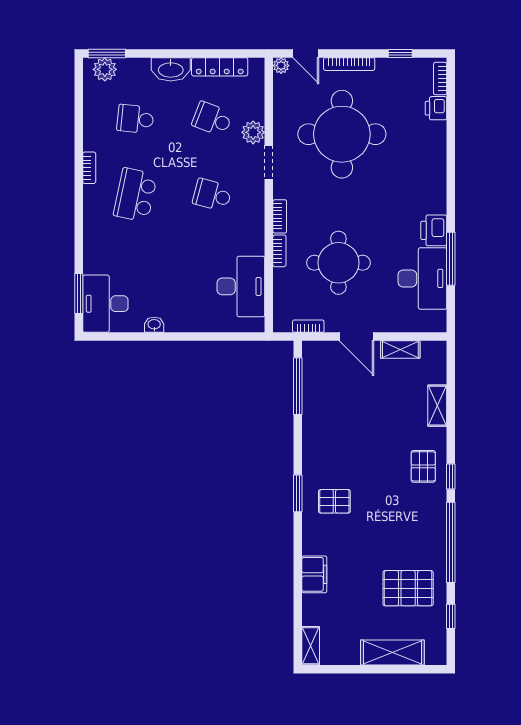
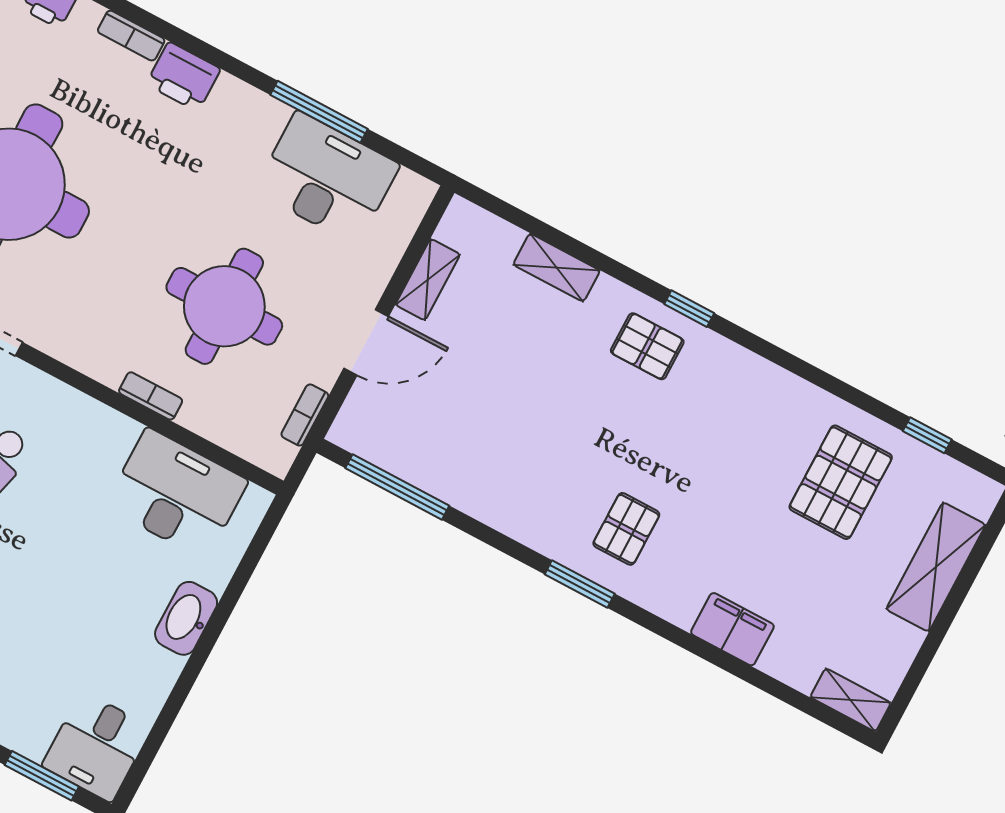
bookcase: (280, 216) -> (131, 36), moved, turned 180
printer: (434, 230) -> (183, 77), moved
desk: (105, 304) -> (97, 747), width x0.73
washbasin: (154, 325) -> (186, 618), moved, width x1.91, depth x1.45
window: (451, 542) -> (801, 368), removed

